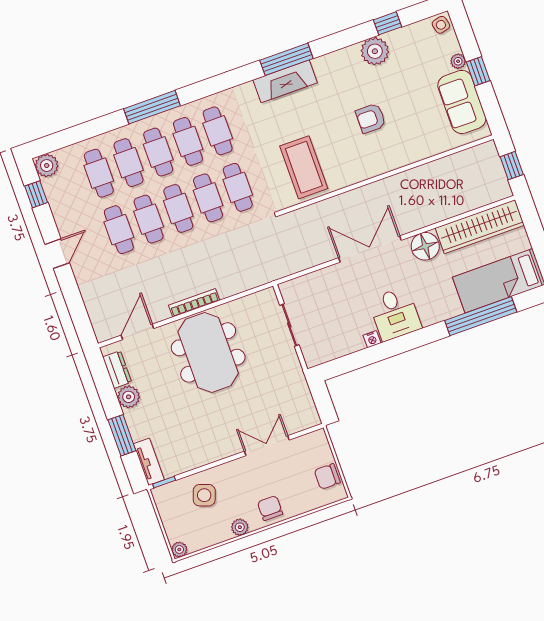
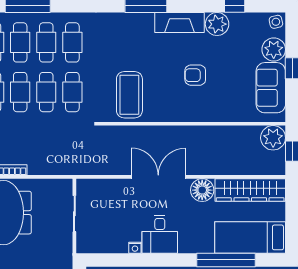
plant: (458, 61) -> (274, 49), width x1.87, depth x1.87
fireplace: (285, 81) -> (179, 23), moved
plant: (485, 158) -> (273, 138), added

